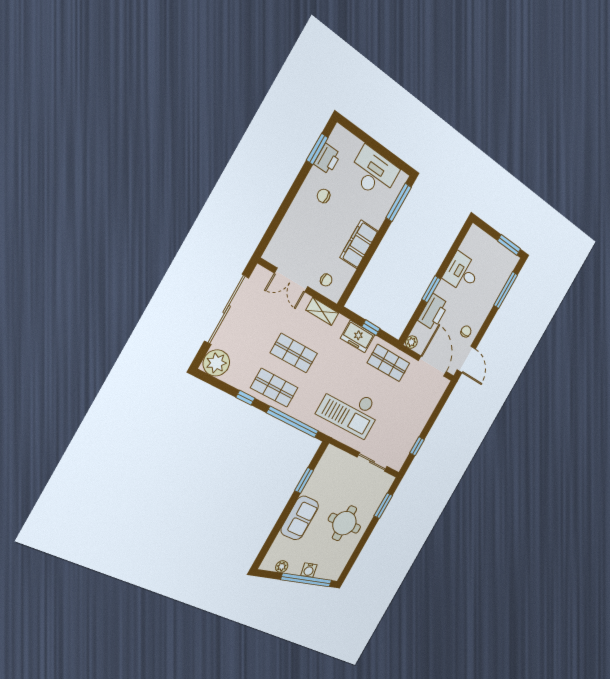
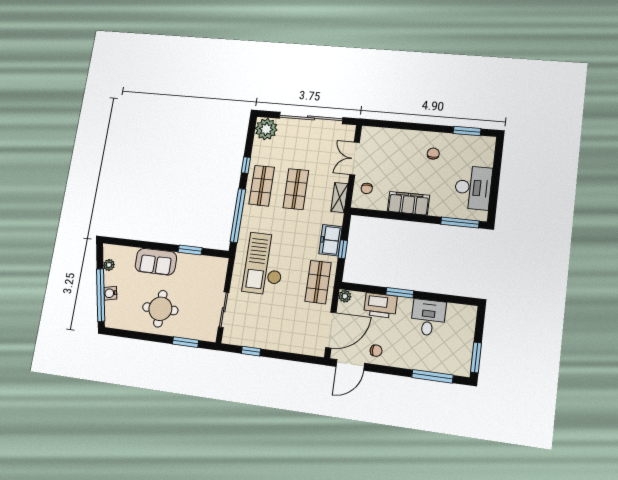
printer: (327, 159) -> (464, 143), removed

